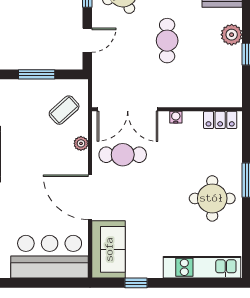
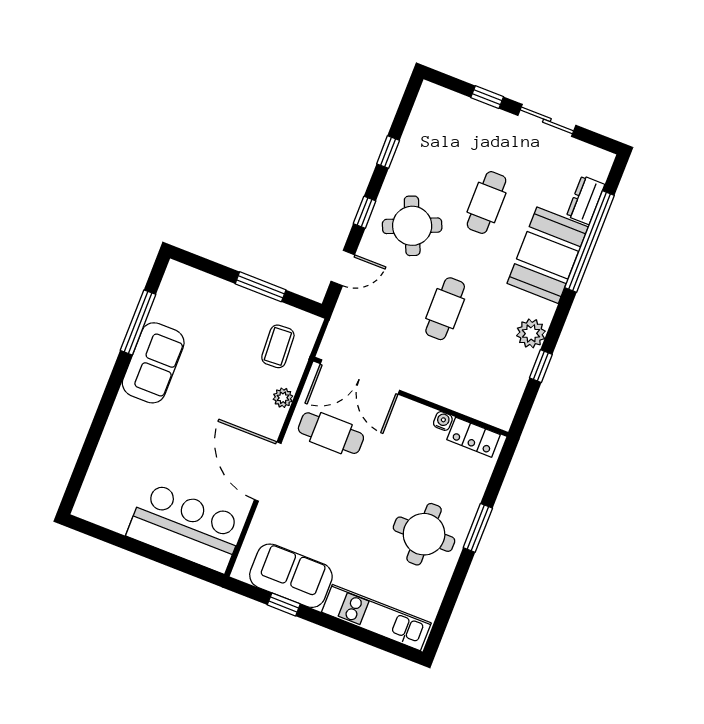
coffee table: (64, 110) -> (278, 346), turned -51
water cooler: (176, 117) -> (443, 421), moved
sofa: (109, 249) -> (291, 576), moved, turned -90

